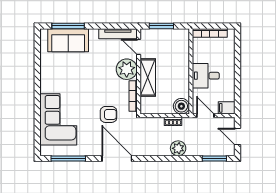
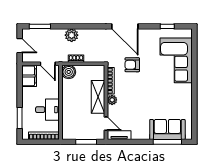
tv unit: (118, 34) -> (119, 135), width x0.71
window: (238, 53) -> (20, 118), added
plant: (127, 69) -> (112, 100), width x0.53, depth x0.53
desk: (206, 76) -> (47, 110), moved
filing cabinet: (227, 108) -> (29, 76), width x2.00
window: (68, 158) -> (167, 26), width x0.46

